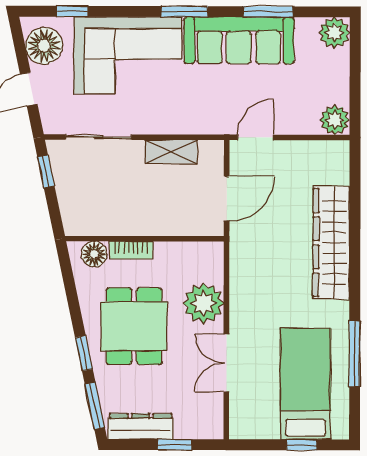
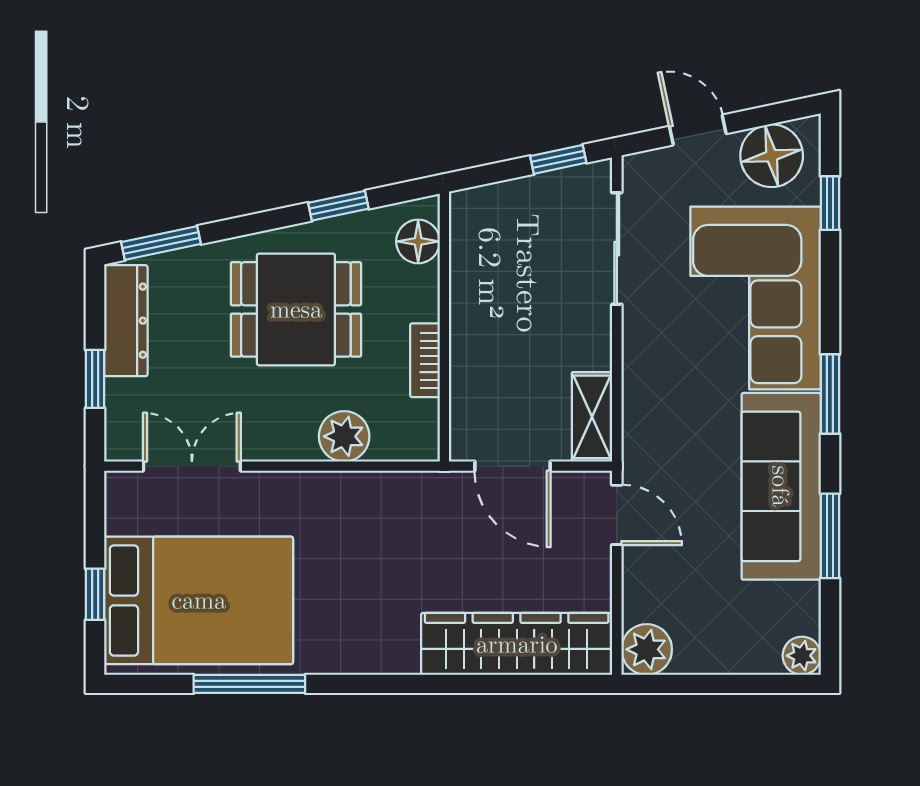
plant: (334, 33) -> (802, 656), width x0.73, depth x0.73
shelving: (171, 152) -> (592, 417), moved
wardrobe: (331, 243) -> (517, 644), moved
bookcase: (131, 250) -> (425, 360), moved
plant: (203, 303) -> (344, 436), width x0.73, depth x0.73
window: (84, 353) -> (338, 206), moved
double door: (226, 363) -> (192, 466), moved
bed: (305, 384) -> (199, 600), width x1.50

